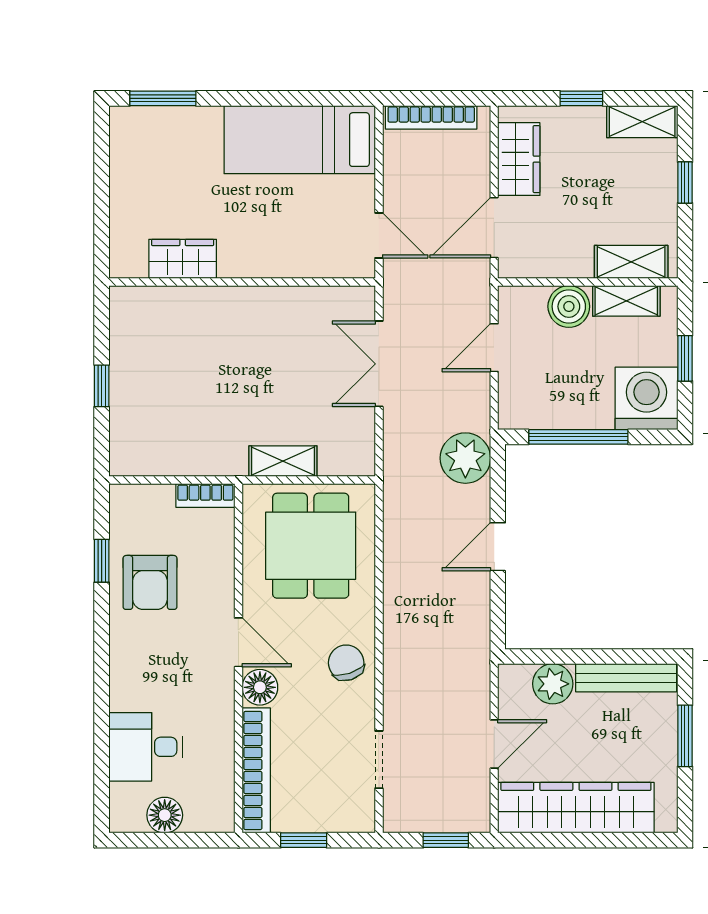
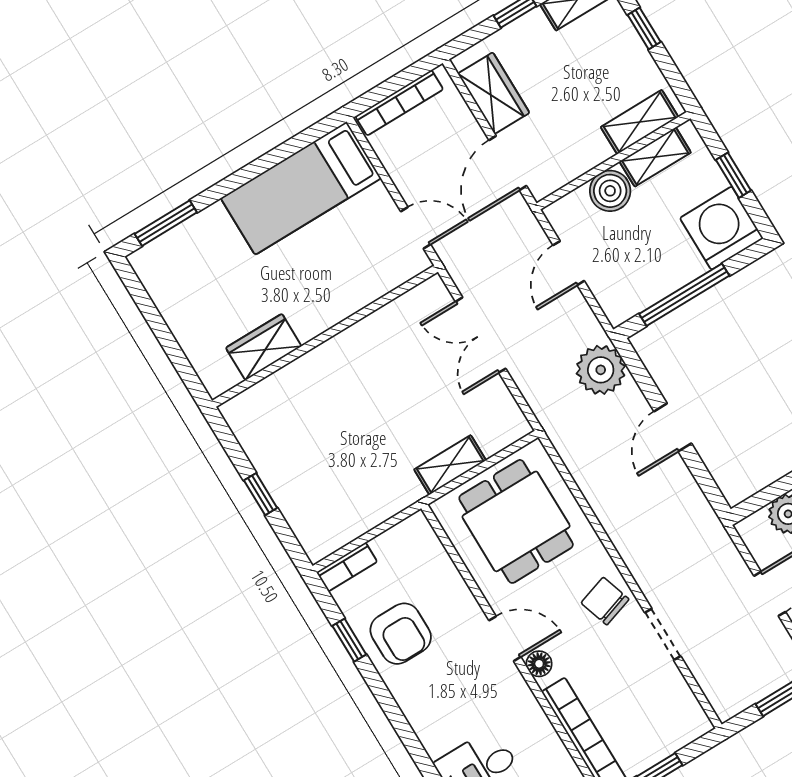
bookcase: (205, 495) -> (347, 567), moved
floor lamp: (260, 687) -> (539, 664), width x0.73, depth x0.73
doorway: (379, 760) -> (663, 634), moved

